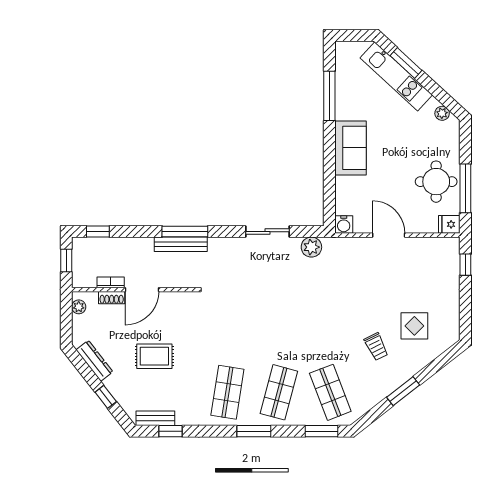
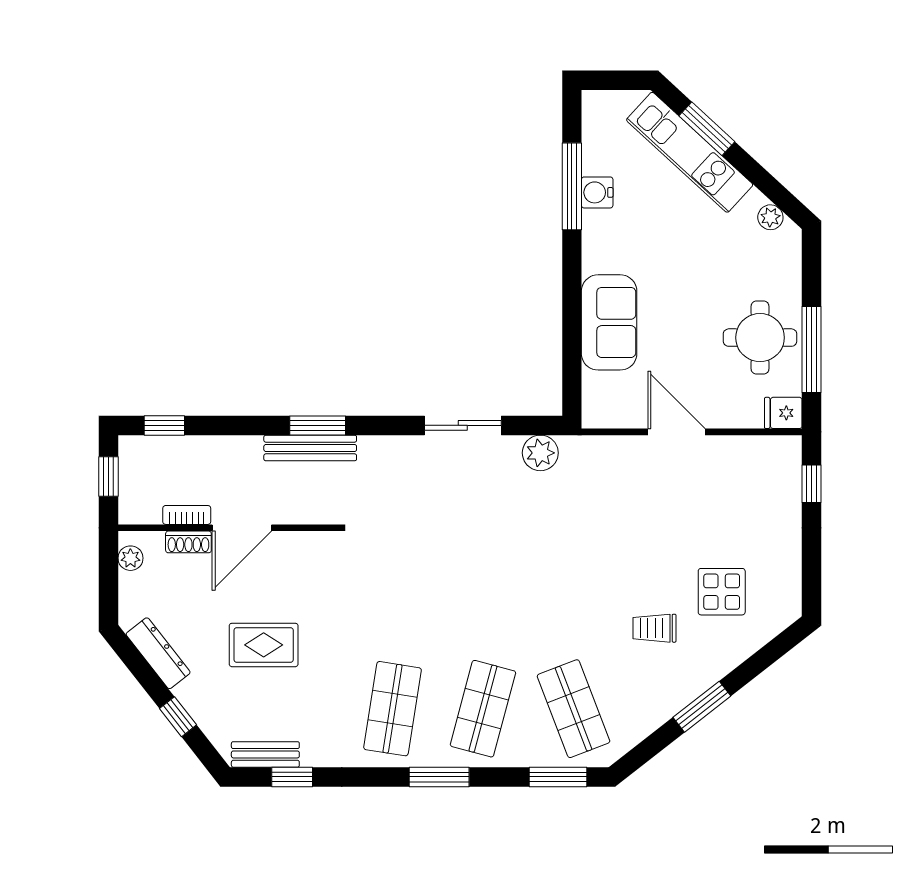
sofa: (350, 148) -> (609, 322), moved
water cooler: (344, 224) -> (597, 192), moved, turned 90
window: (185, 232) -> (318, 425), width x0.69
trolley: (376, 347) -> (654, 628), turned 116

